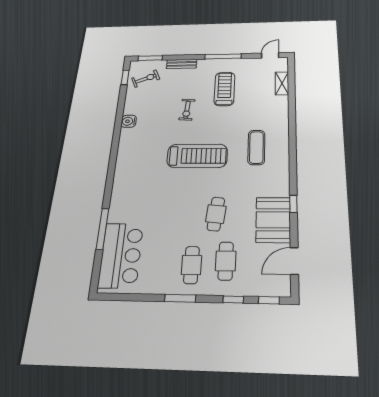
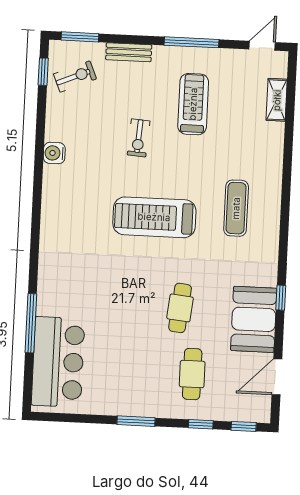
treadmill: (197, 156) -> (154, 217), turned 180
cafe table: (191, 265) -> (149, 378), removed

